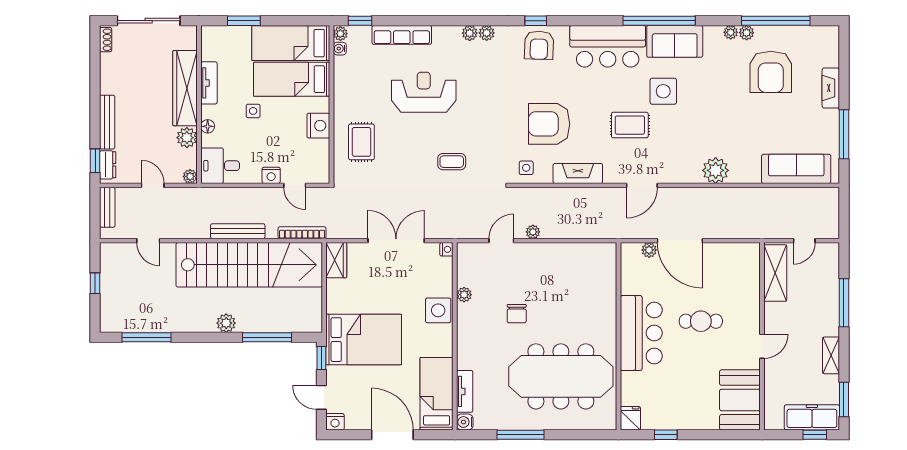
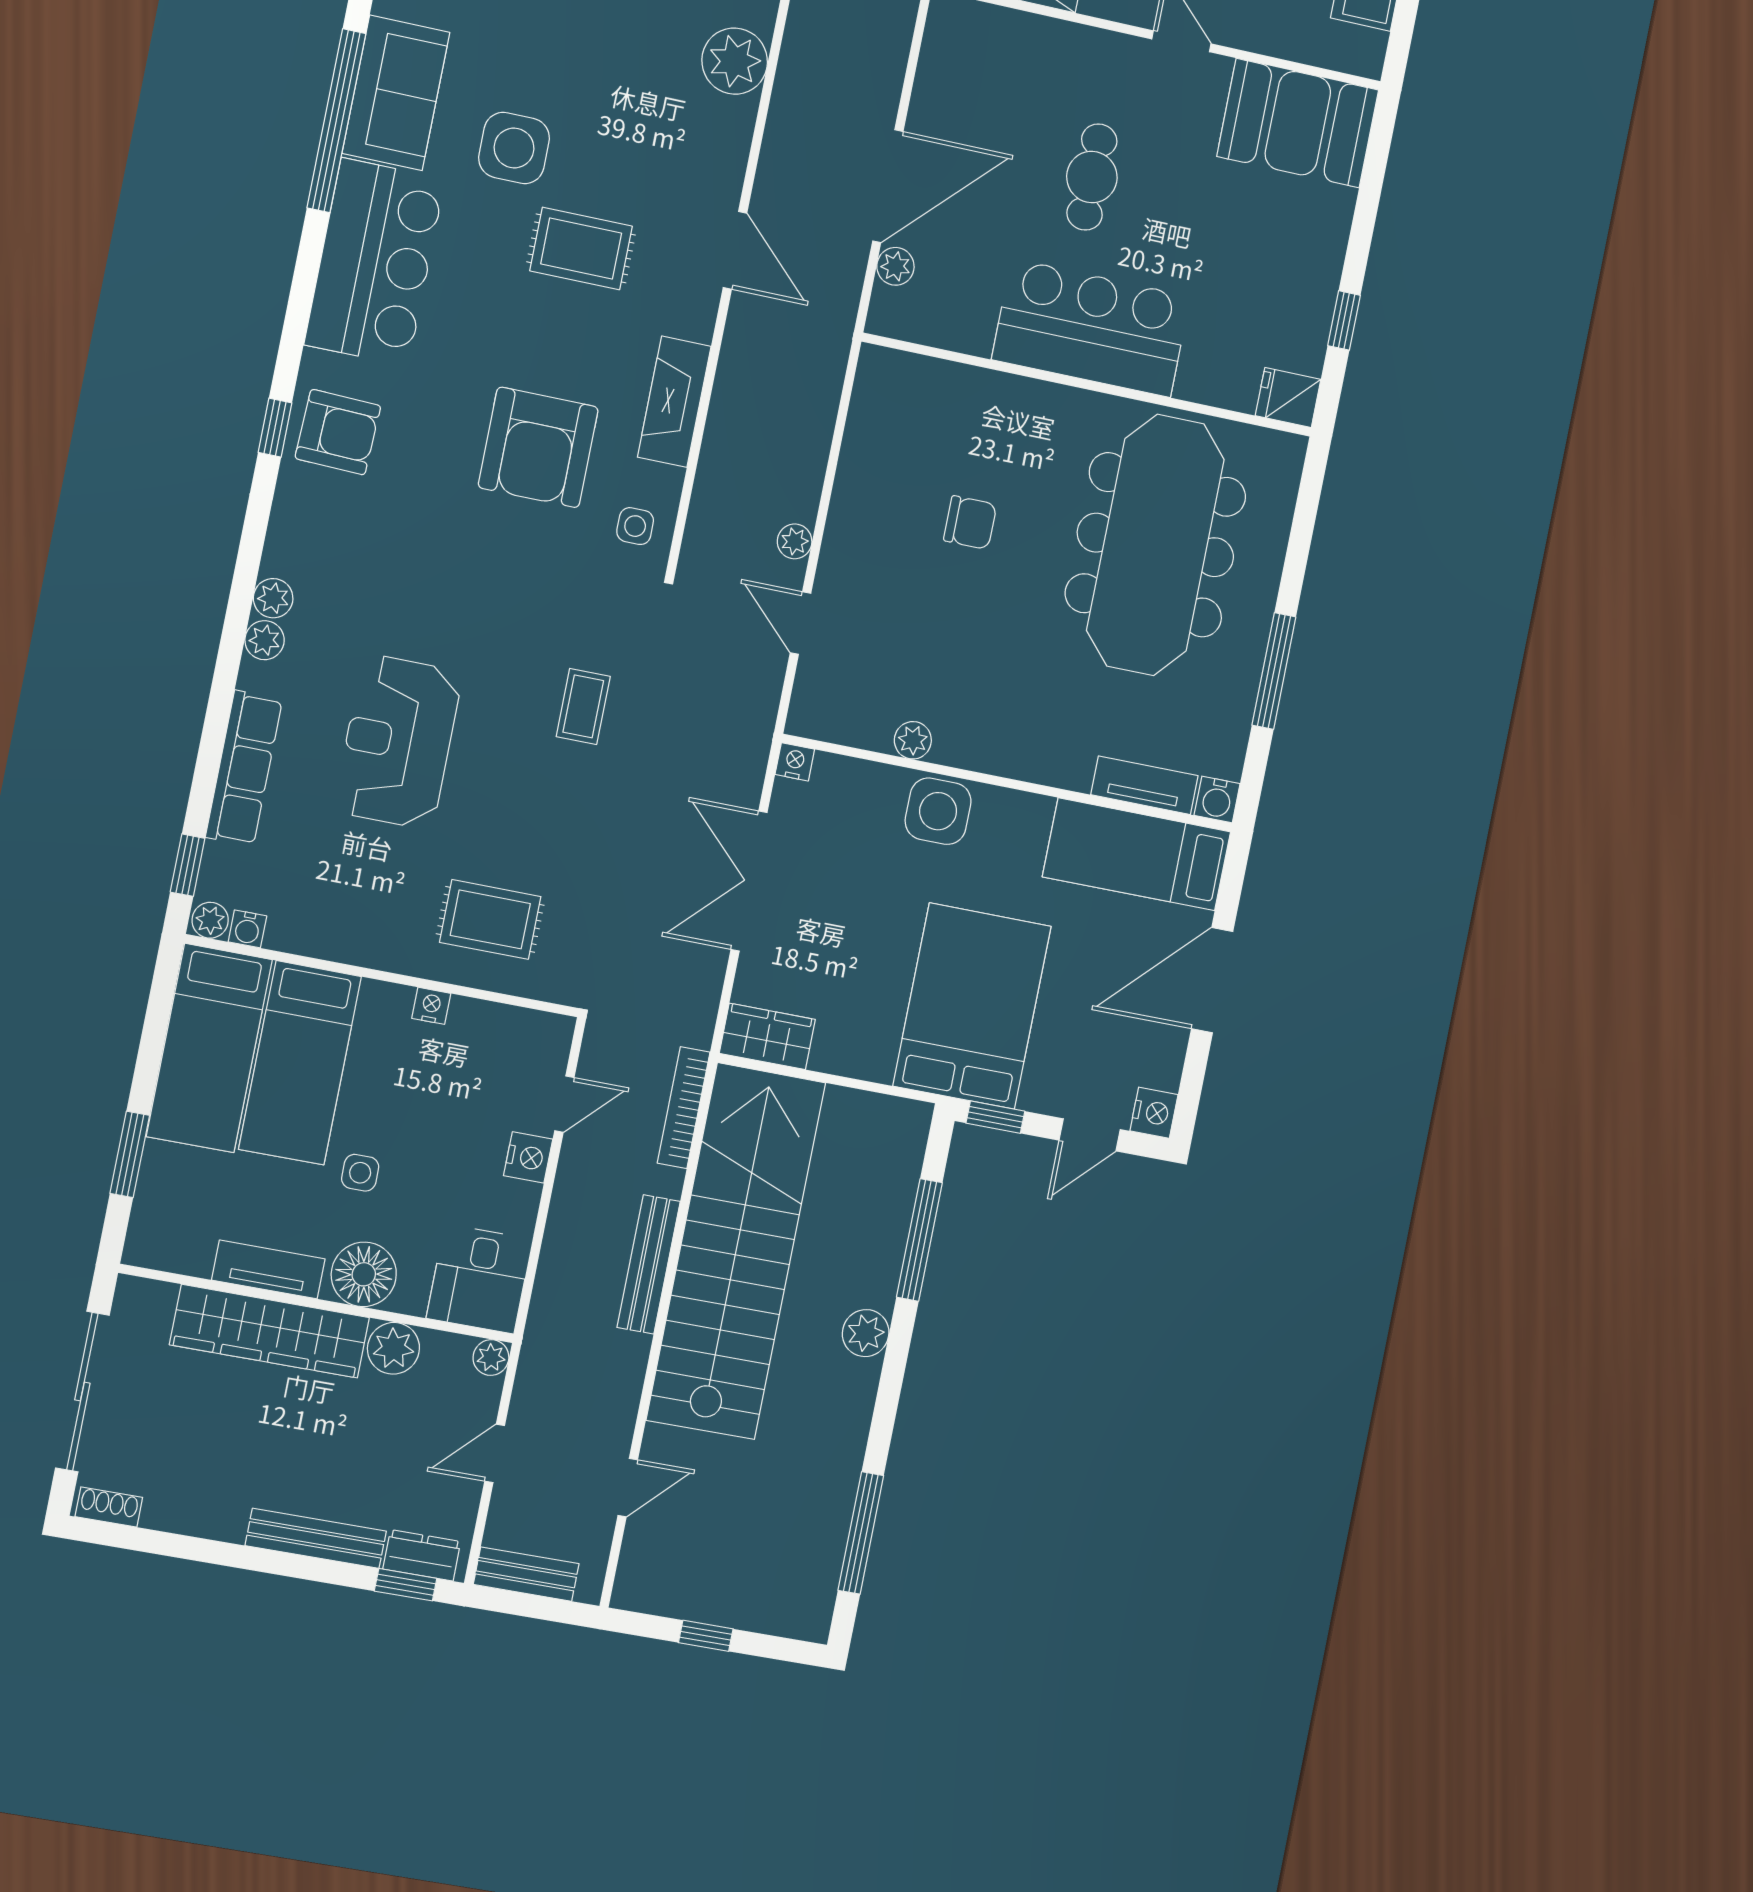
plant: (487, 33) -> (265, 640), moved
rug: (630, 125) -> (581, 248), turned 90
floor lamp: (208, 126) -> (364, 1274), width x1.89, depth x1.89
nightstand: (318, 126) -> (431, 1006), width x0.53, depth x0.56
chair: (517, 314) -> (970, 523), moved

